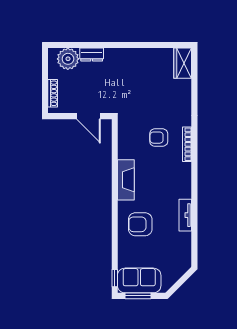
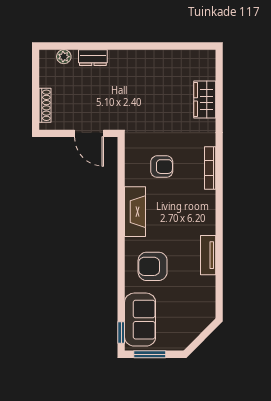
plant: (68, 59) -> (64, 57), width x0.53, depth x0.53
wardrobe: (183, 63) -> (205, 99), moved
armchair: (159, 138) -> (162, 167), moved, turned 180
sofa: (139, 280) -> (140, 320), moved, turned 90

